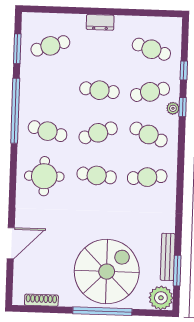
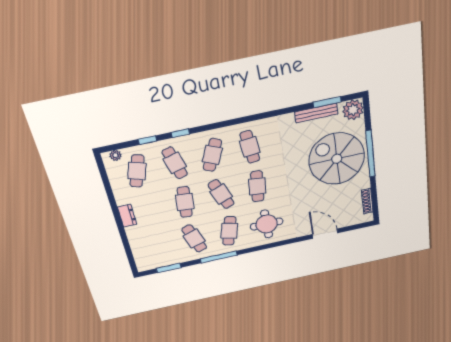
cafe table: (50, 46) -> (194, 238), moved
plant: (173, 108) -> (116, 155), moved
window: (15, 111) -> (219, 257), width x0.68

